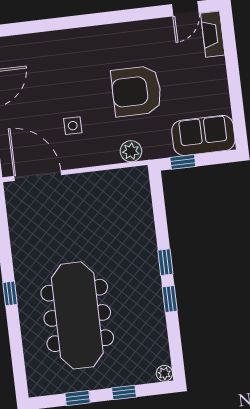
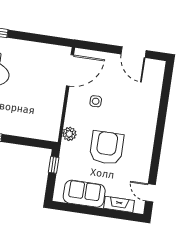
fireplace: (213, 34) -> (119, 204), moved
sofa: (203, 135) -> (84, 194), moved, turned -90

